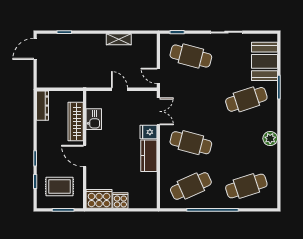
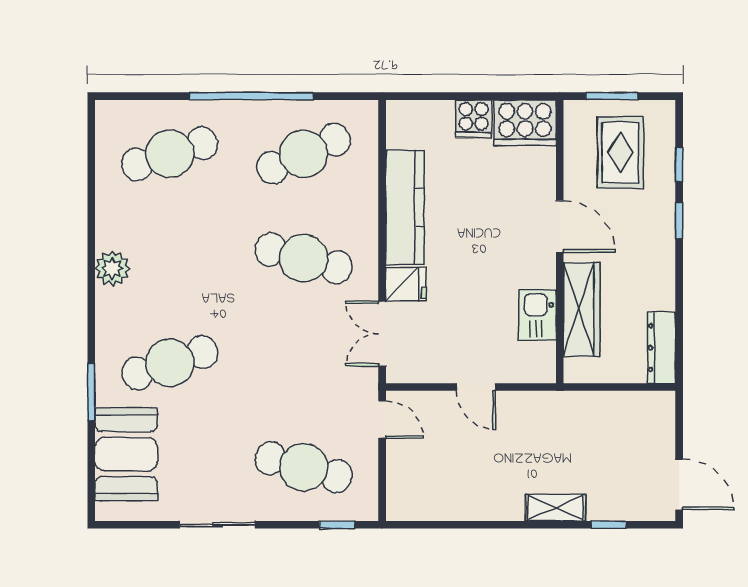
shelving: (119, 39) -> (556, 508), moved
door: (35, 49) -> (679, 484), hinge flipped
kitchen counter: (149, 156) -> (405, 207), width x1.50
rug: (60, 186) -> (620, 153), turned 90

